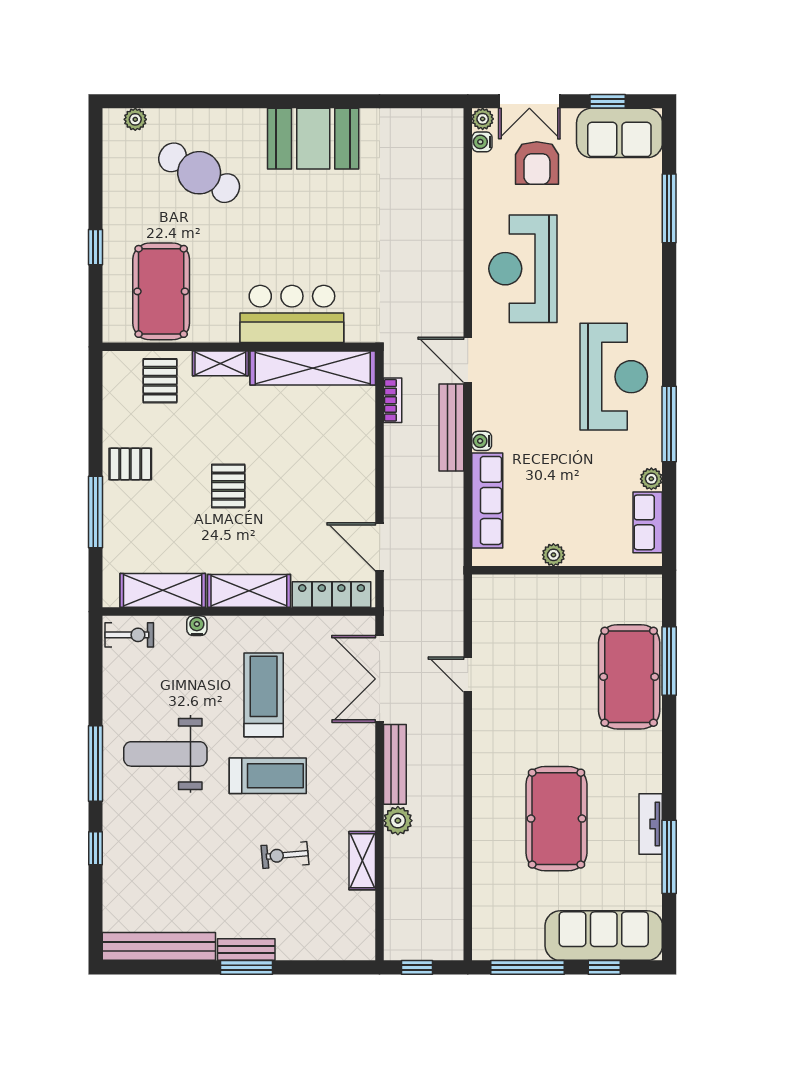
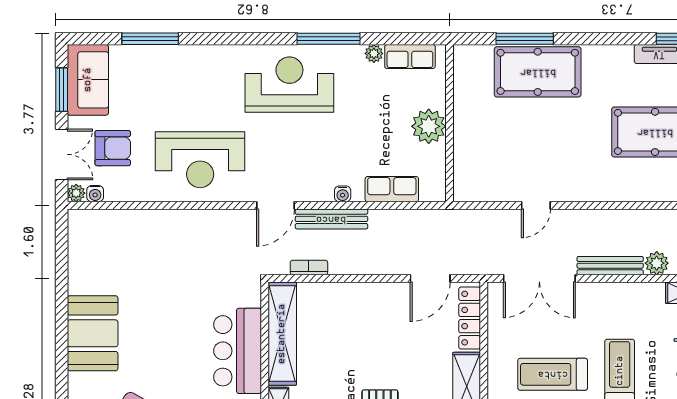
window: (608, 101) -> (62, 90), width x1.50
row of seats: (487, 500) -> (392, 189), width x0.68
plant: (553, 555) -> (429, 126), width x1.87, depth x1.87

